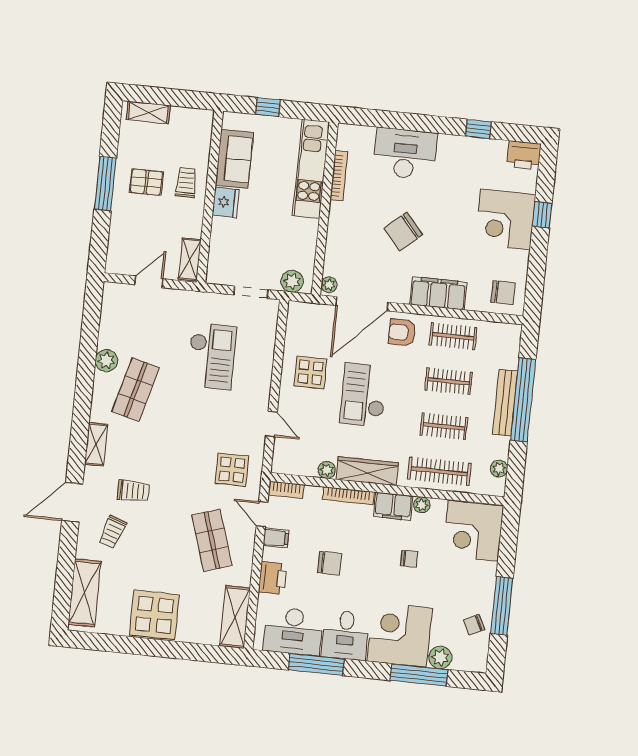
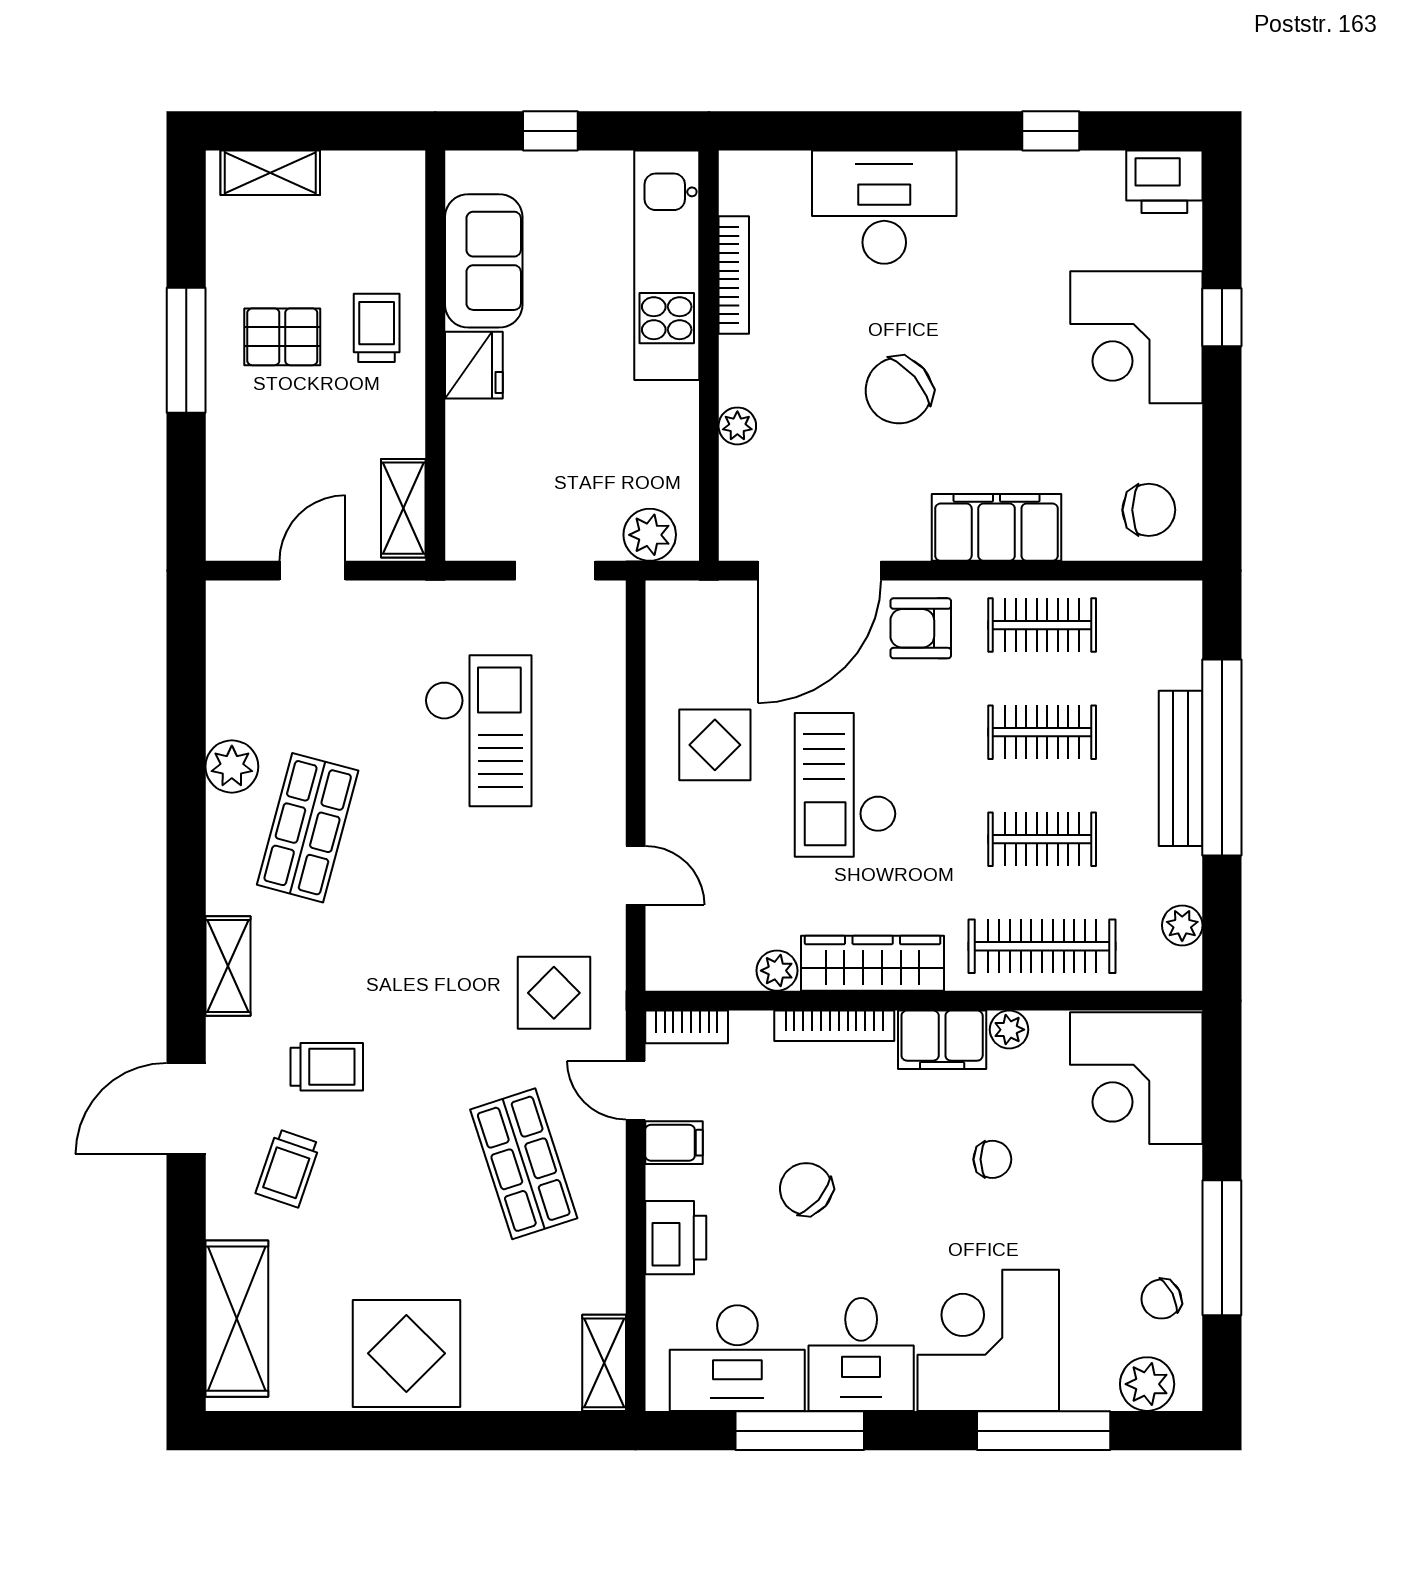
plant: (329, 285) -> (737, 426), moved
chair: (329, 563) -> (806, 1189), turned -139
shelving: (235, 617) -> (604, 1363), width x0.67, depth x0.75
plant: (440, 657) -> (1147, 1384), moved

